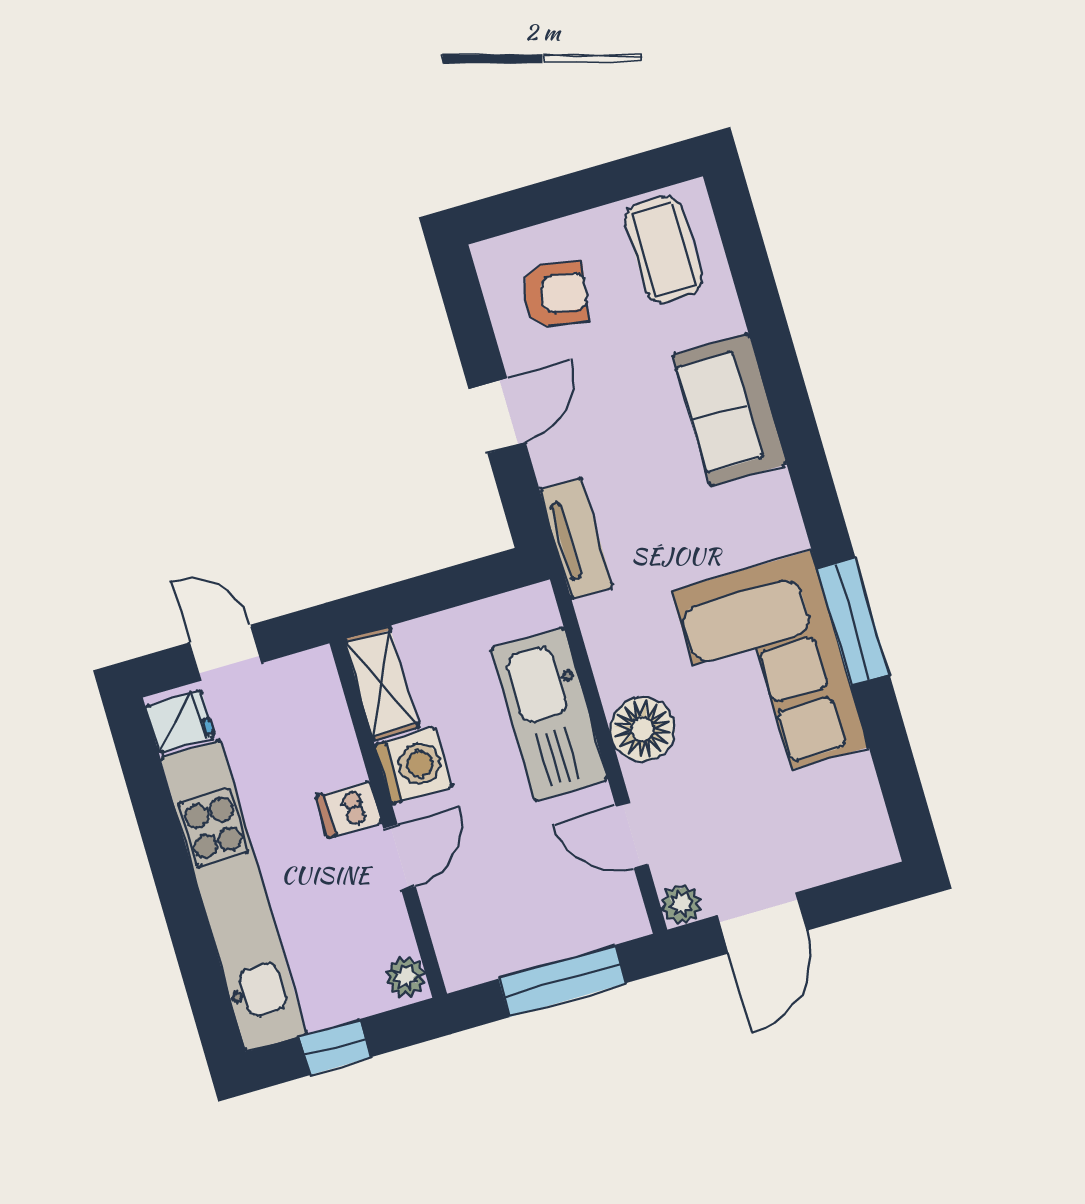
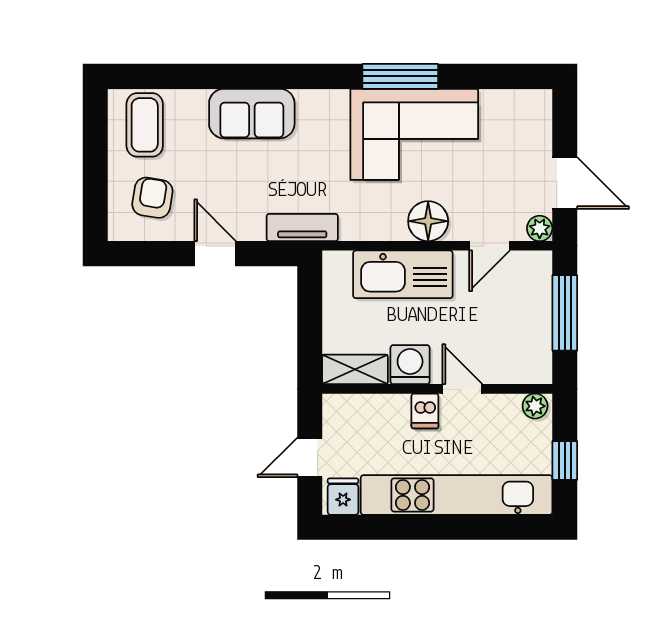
coffee table: (664, 249) -> (145, 125), turned 90

